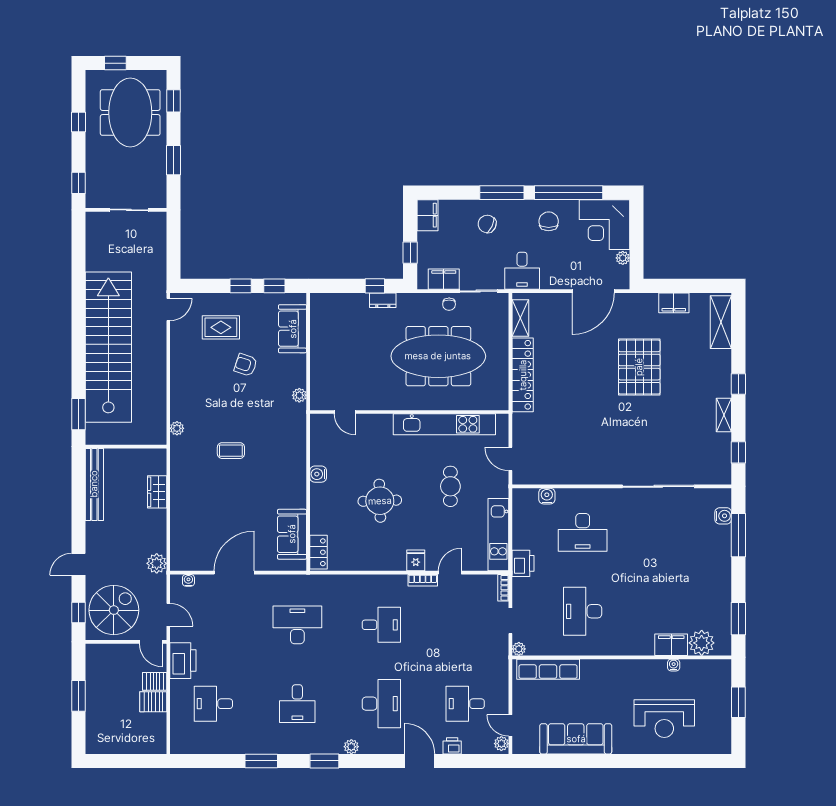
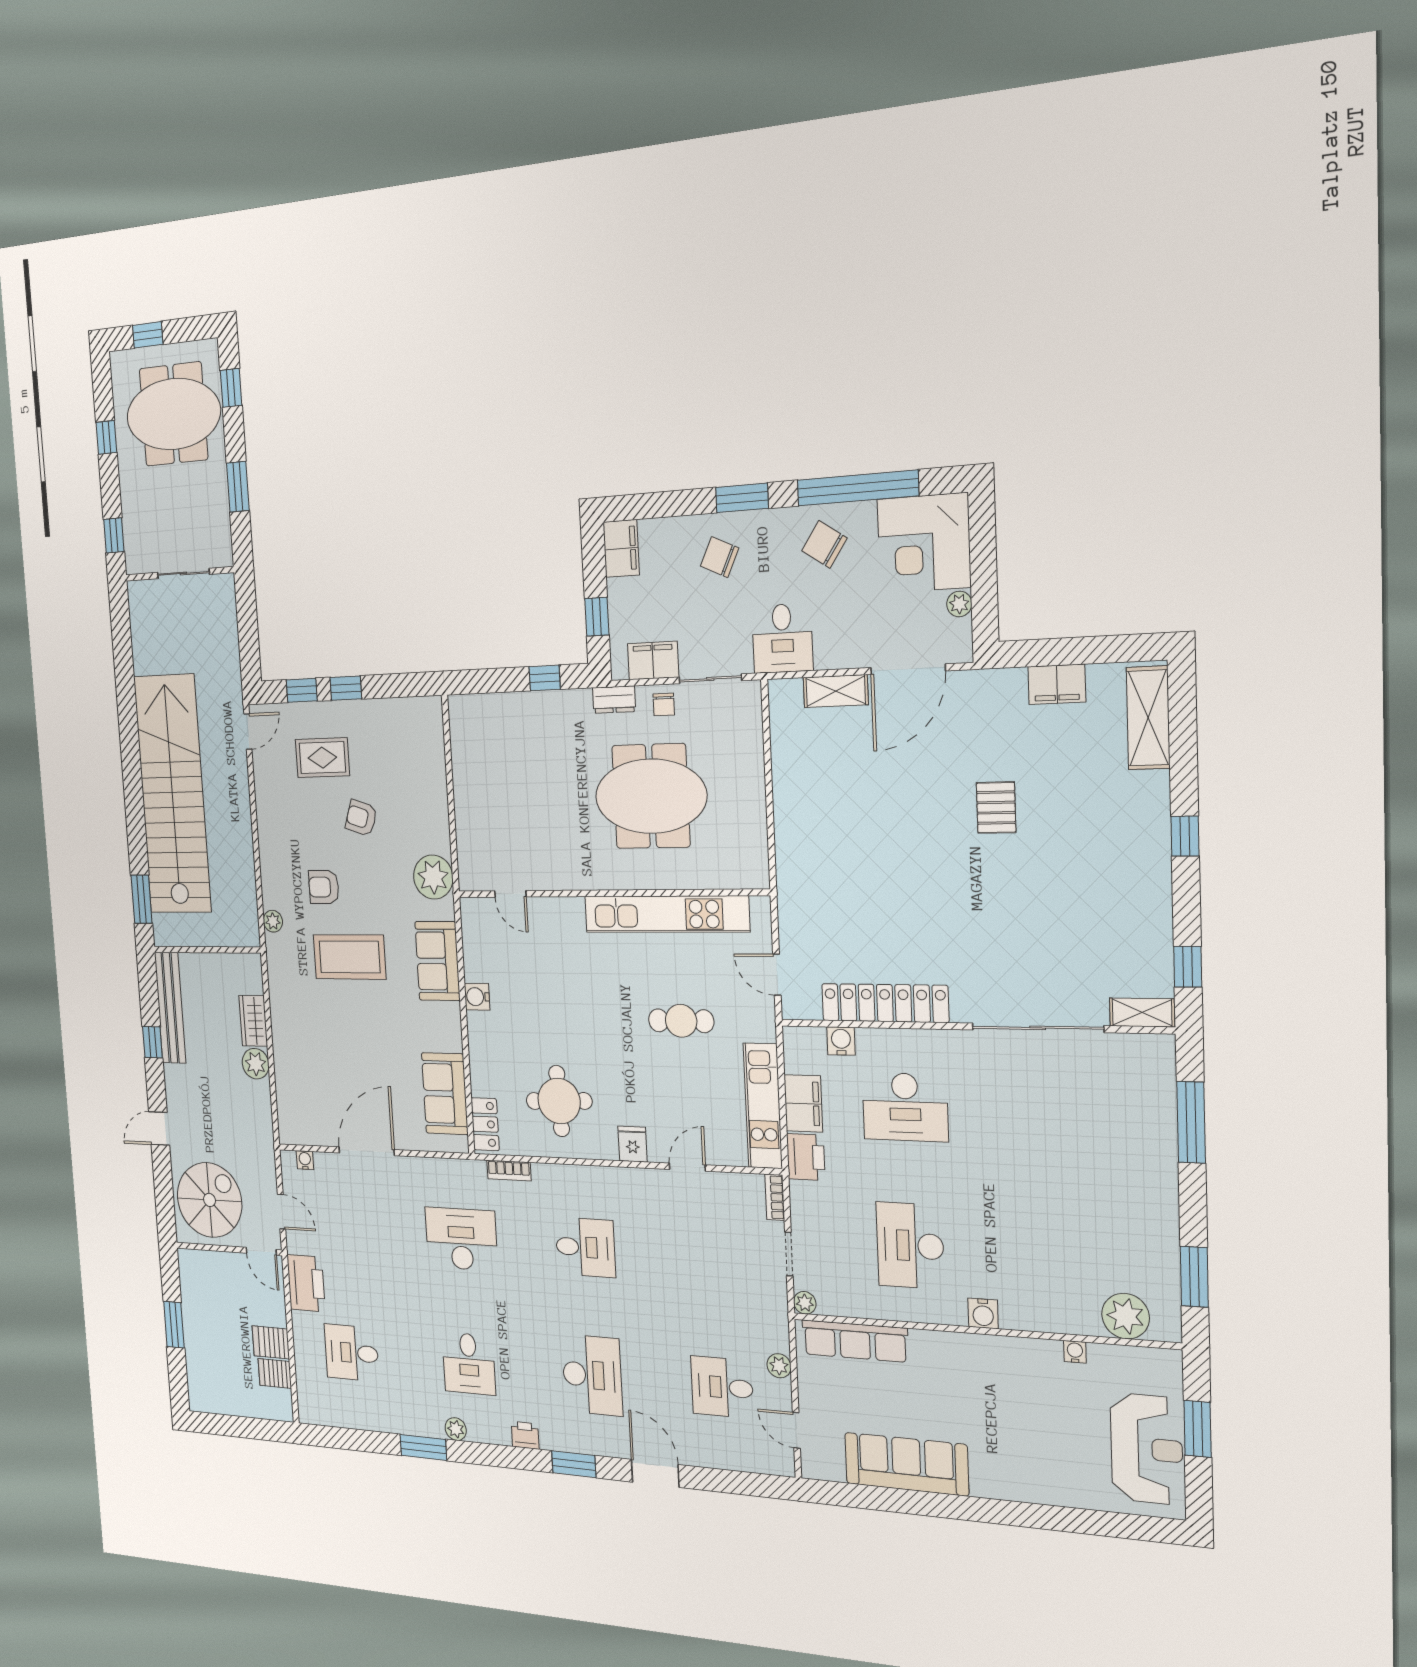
meeting table: (130, 112) -> (174, 414), turned 90
window: (502, 193) -> (742, 498), width x0.69
chair: (549, 221) -> (824, 544), turned -56
window: (274, 286) -> (302, 690), moved
dresser: (383, 300) -> (614, 700), moved
shelving: (520, 318) -> (836, 691), moved, turned 90
sofa: (293, 329) -> (437, 961), moved
meeting table: (438, 356) -> (651, 796), width x0.73
pallet: (639, 367) -> (996, 808), width x0.49, depth x0.50
locker: (523, 375) -> (885, 1003), moved, turned -90
plant: (299, 395) -> (433, 877), width x1.87, depth x1.87
armchair: (216, 407) -> (324, 887), added
shelving: (724, 415) -> (1142, 1012), moved, turned 90
coffee table: (231, 451) -> (350, 957), width x1.86, depth x1.72
cafe table: (450, 486) -> (681, 1021), turned 90
round table: (380, 501) -> (559, 1101), moved
water cooler: (723, 516) -> (983, 1313), moved, turned 90
plant: (157, 563) -> (256, 1064), moved
bookcase: (423, 580) -> (509, 1171), moved
window: (78, 612) -> (152, 1042), moved
filing cabinet: (671, 645) -> (803, 1103), moved, turned 90
server rack: (155, 681) -> (275, 1373), moved
reception desk: (664, 719) -> (1147, 1449), moved, turned -90
plant: (501, 744) -> (779, 1366), moved
printer: (452, 746) -> (525, 1435), moved
plant: (351, 747) -> (456, 1429), moved
window: (324, 761) -> (574, 1464), moved

